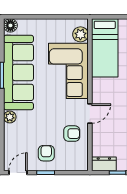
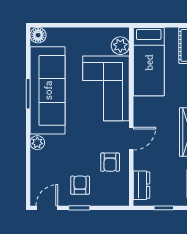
armchair: (72, 134) -> (110, 162), turned 90
dresser: (104, 164) -> (141, 185), moved, turned 90

